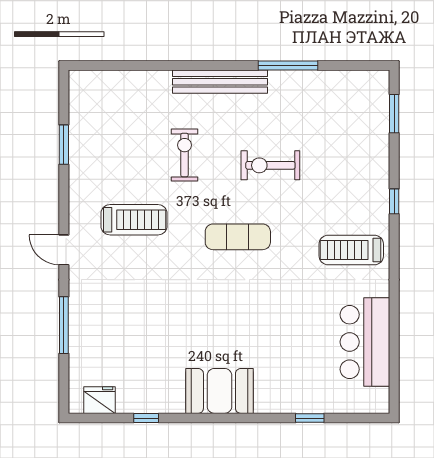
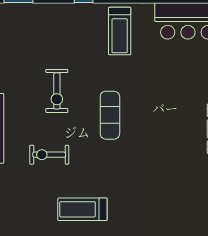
treadmill: (134, 220) -> (82, 209), moved, turned -90

